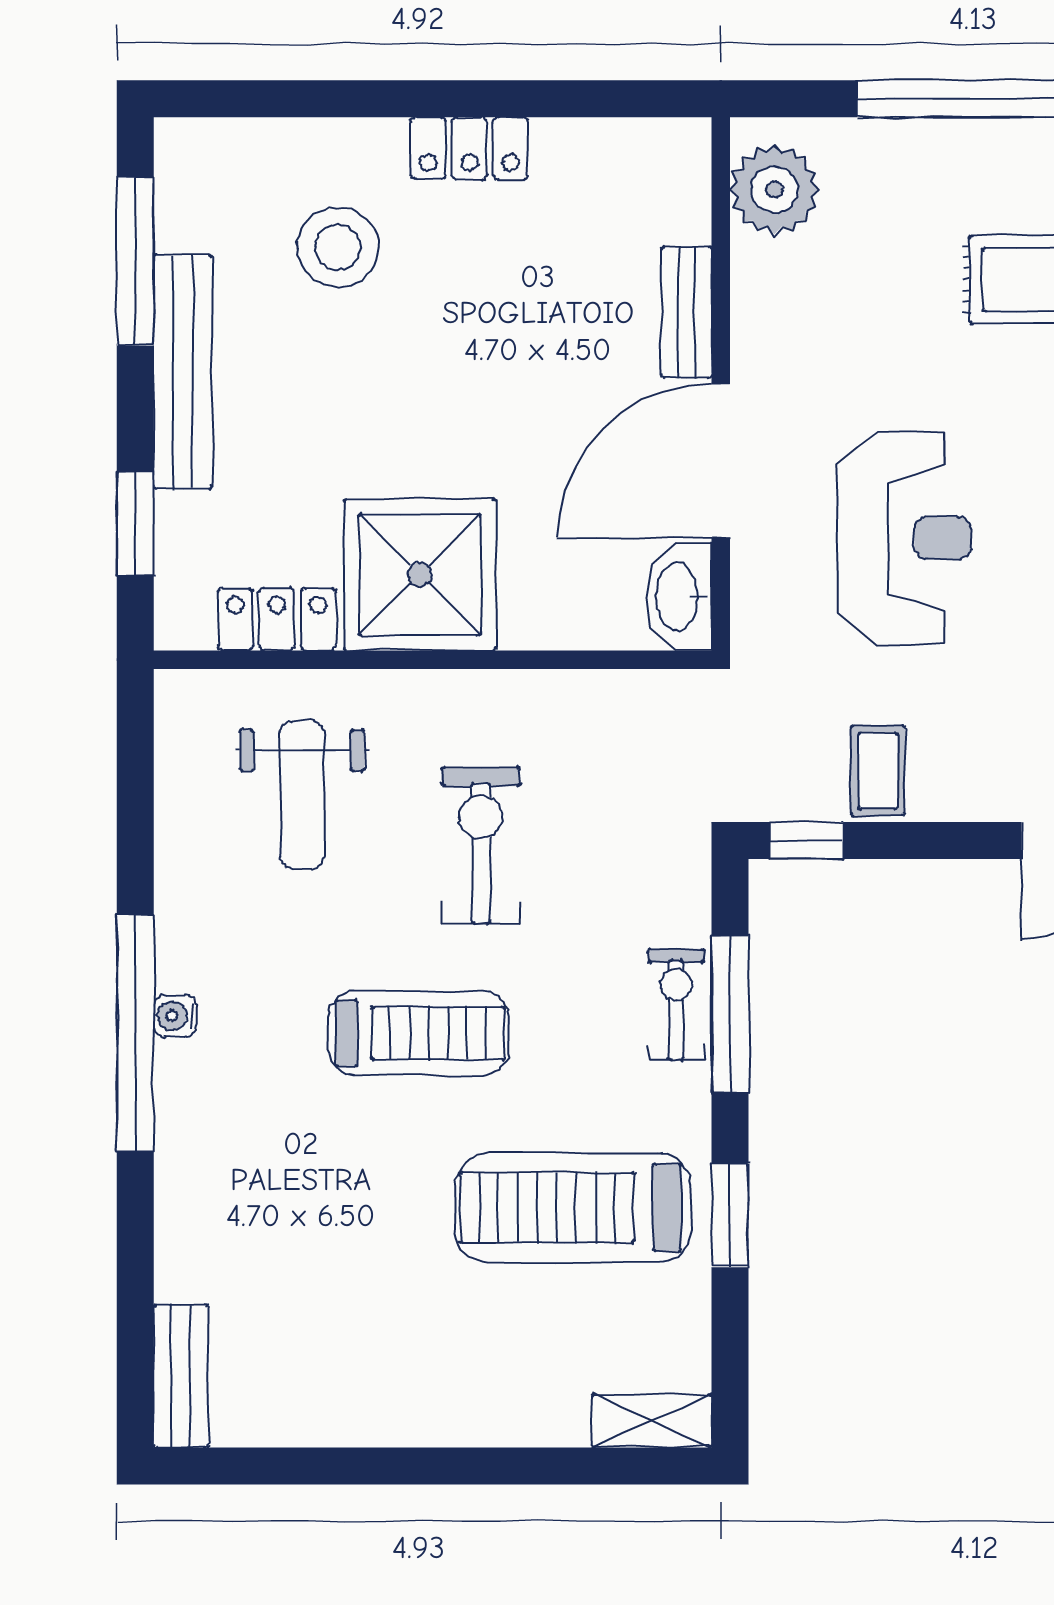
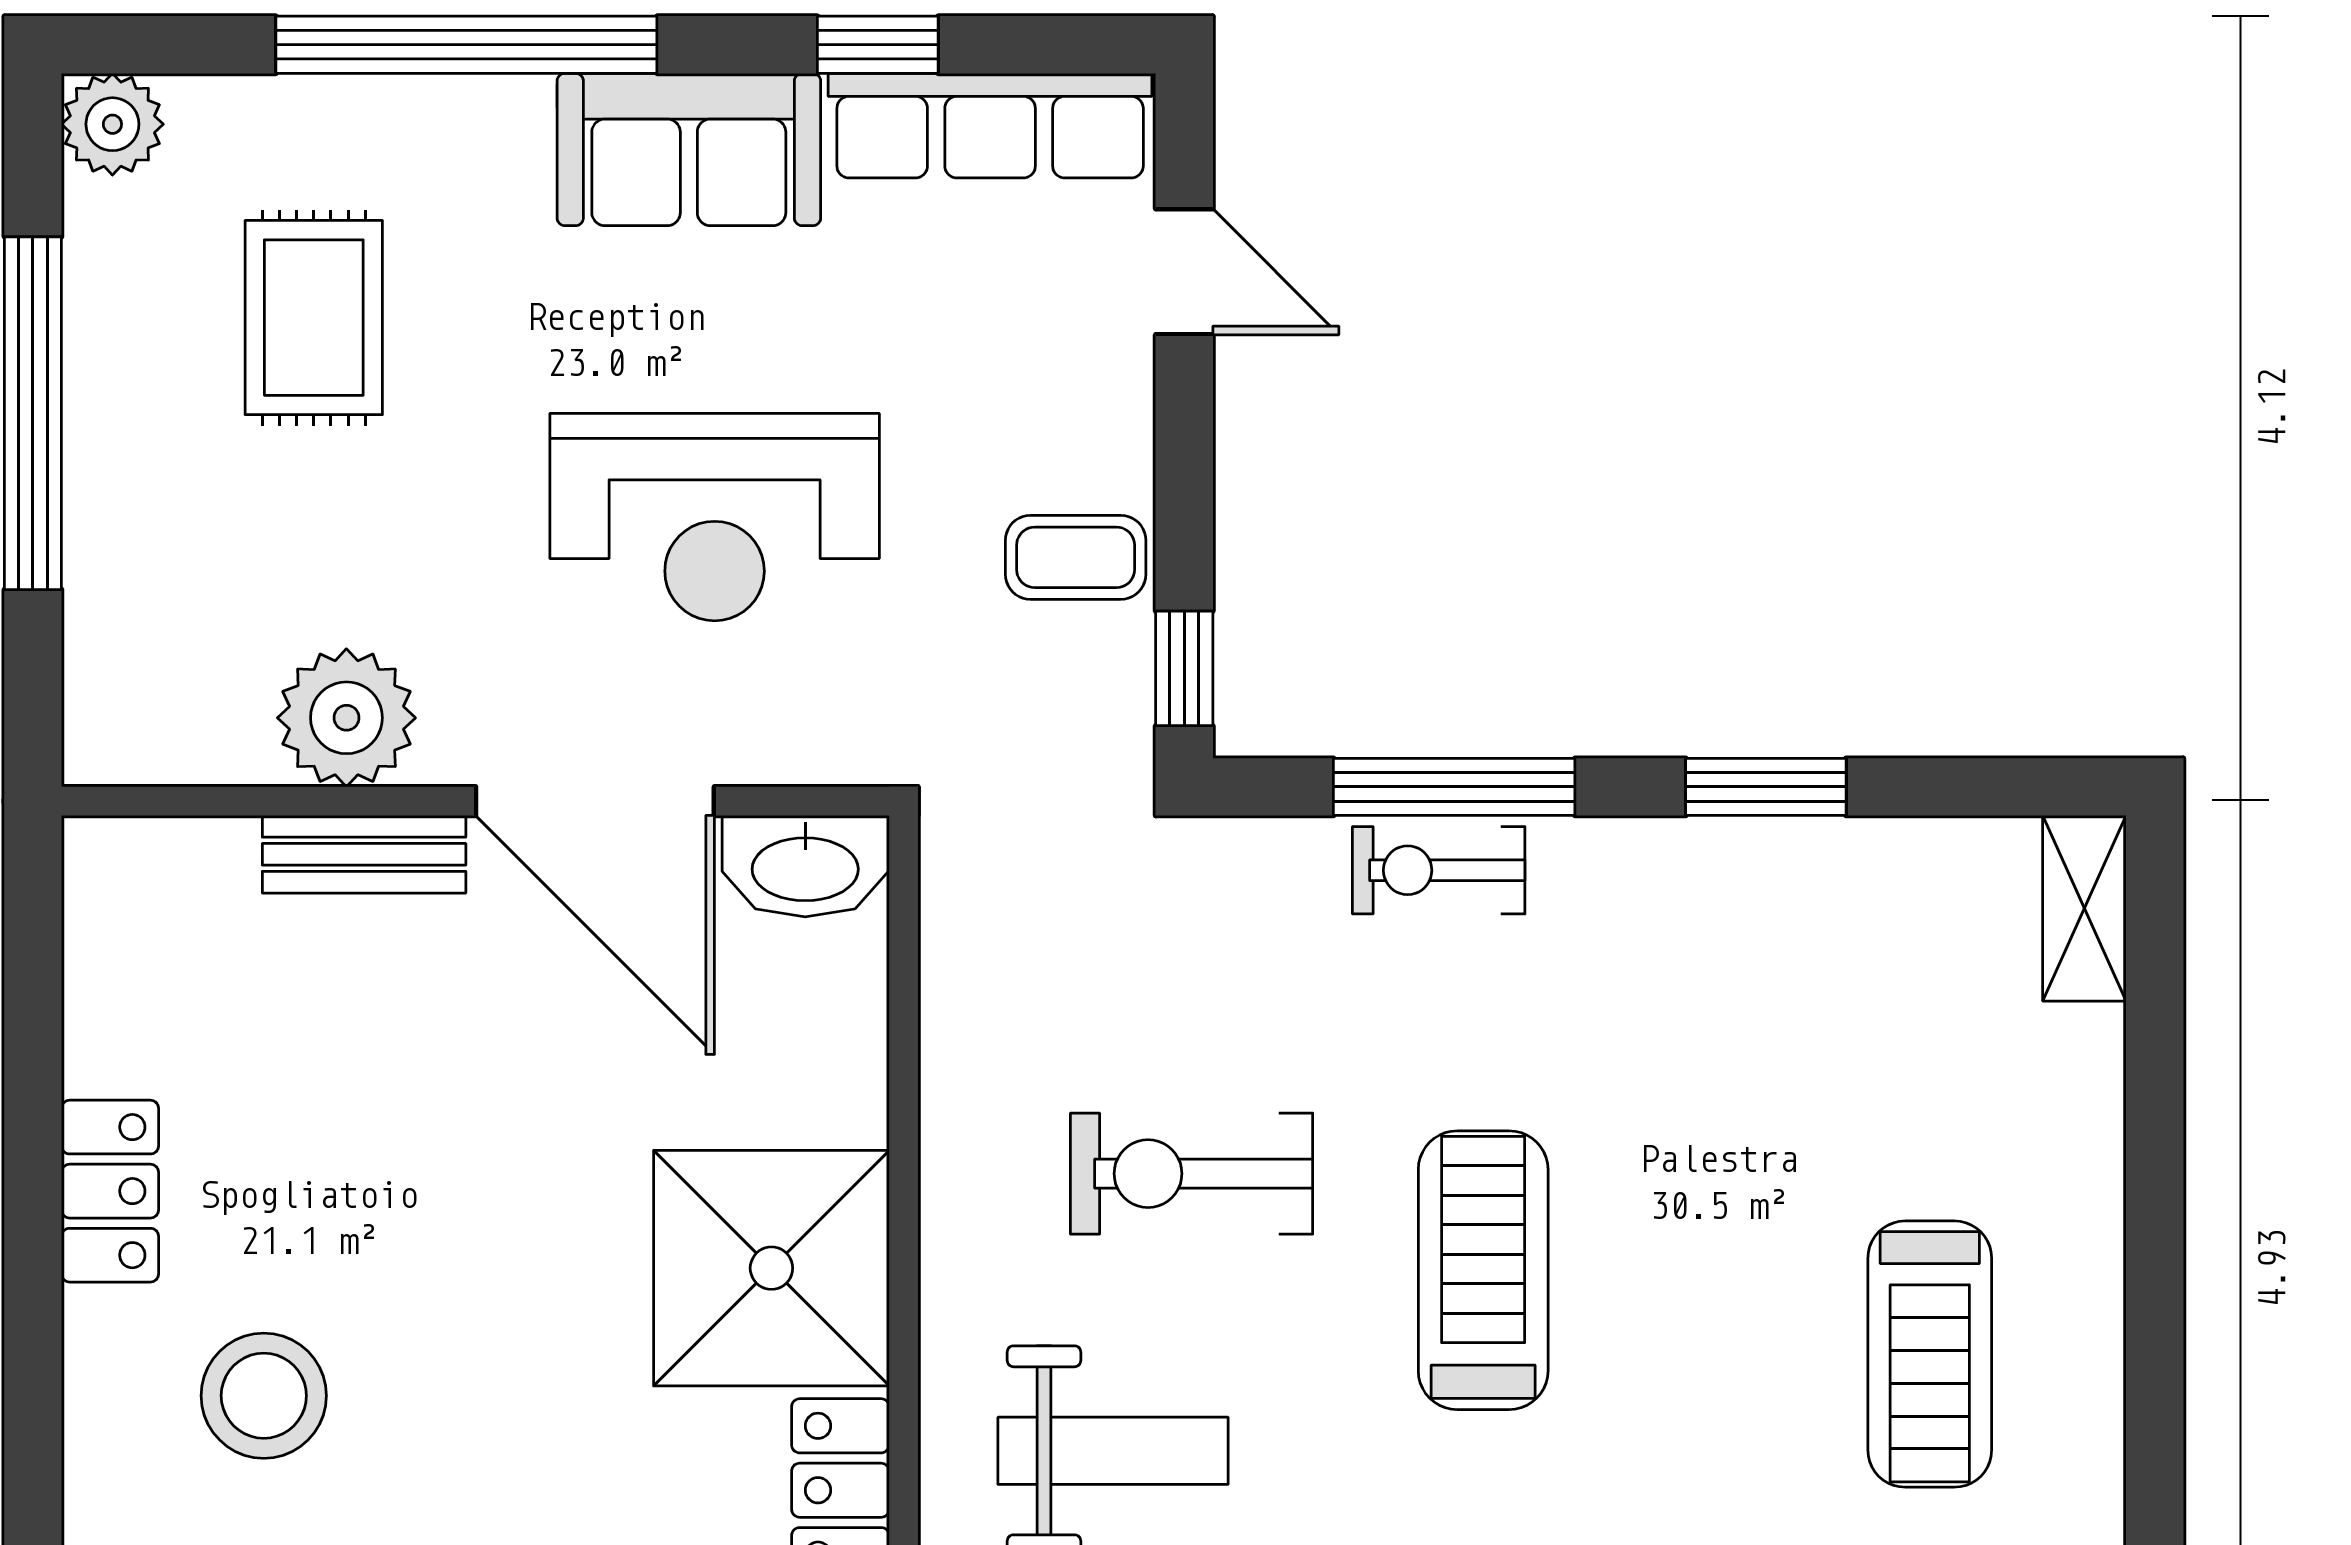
plant: (774, 190) -> (346, 718), moved
reception desk: (904, 538) -> (715, 517), turned 180
treadmill: (573, 1208) -> (1930, 1354), moved, width x0.73, depth x0.73

